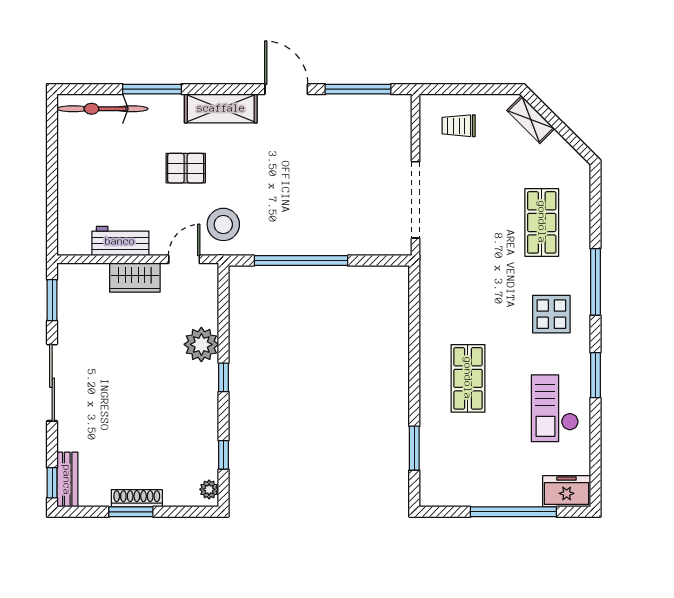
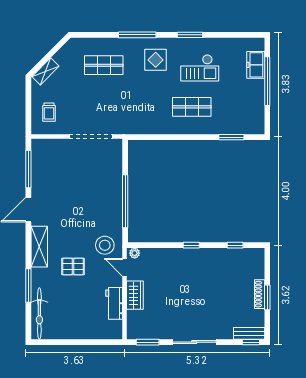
pallet: (186, 168) -> (73, 266), turned 90
plant: (201, 344) -> (135, 253), moved, width x0.53, depth x0.53
checkout: (555, 408) -> (200, 68), moved
plant: (209, 489) -> (255, 253), removed
freezer: (567, 491) -> (256, 65), moved

